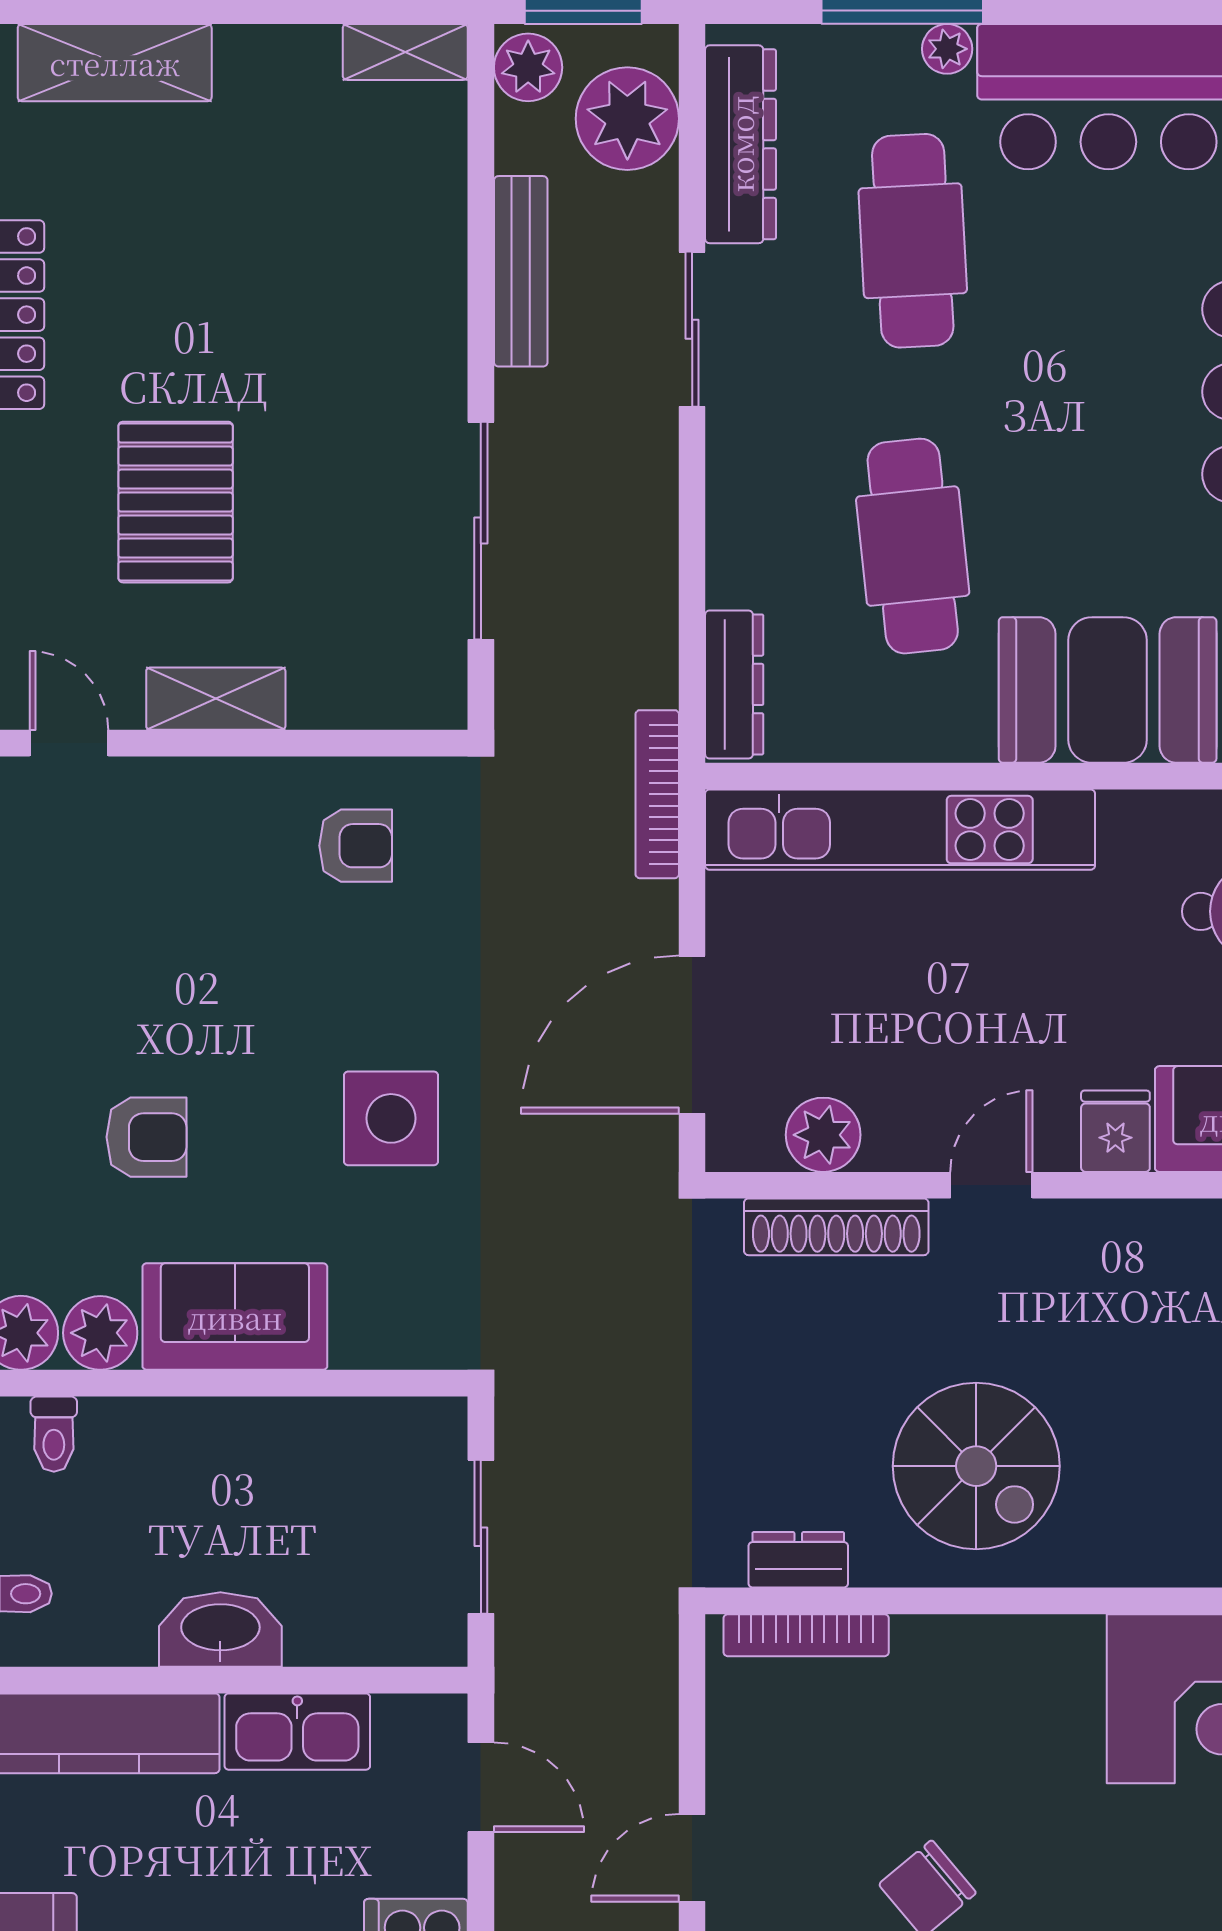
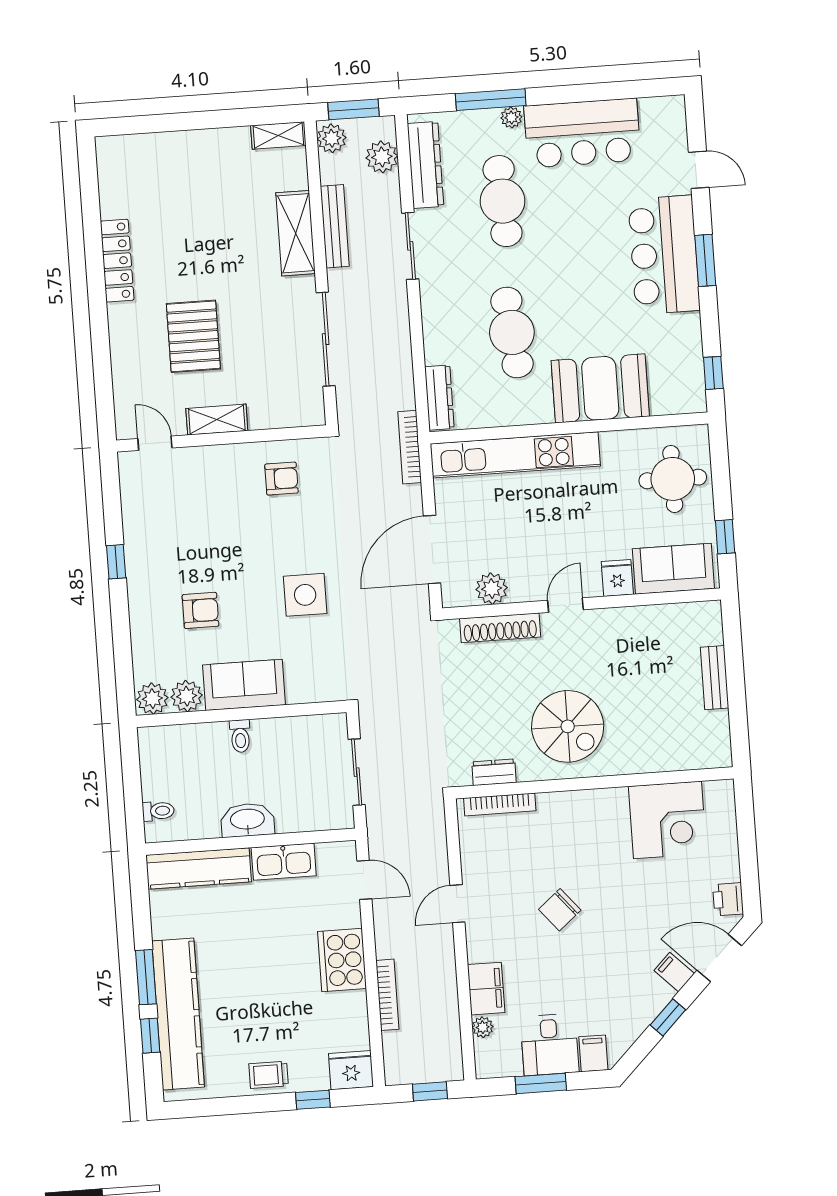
shelving: (115, 63) -> (296, 233), moved, turned 90
plant: (627, 119) -> (382, 157), width x0.73, depth x0.73
toilet: (54, 1434) -> (240, 736), moved

